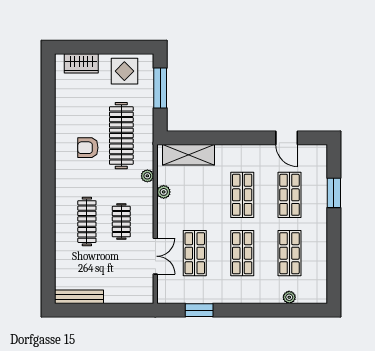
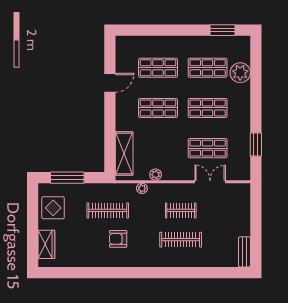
clothes rail: (121, 136) -> (108, 210), width x0.73, depth x0.76
door: (287, 138) -> (110, 83), moved
armchair: (88, 148) -> (118, 239), turned 90
window: (334, 193) -> (223, 30), moved
bench: (79, 297) -> (244, 252), width x0.73
plant: (289, 297) -> (240, 73), width x1.87, depth x1.87

